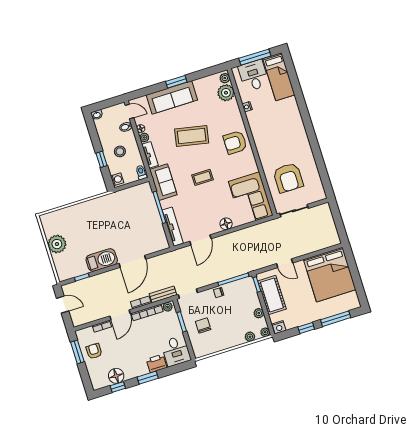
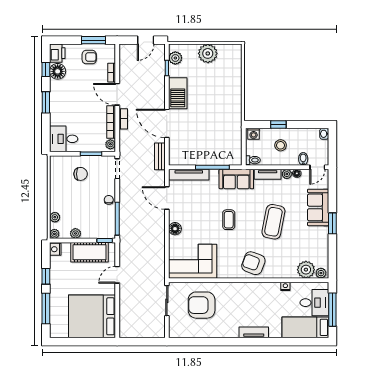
sofa: (172, 97) -> (318, 207), width x0.73
tv unit: (298, 122) -> (254, 332), added
armchair: (235, 142) -> (253, 263), turned -70
plant: (70, 272) -> (175, 58), added
bench: (163, 294) -> (160, 156), moved
printer: (157, 363) -> (57, 53), moved

